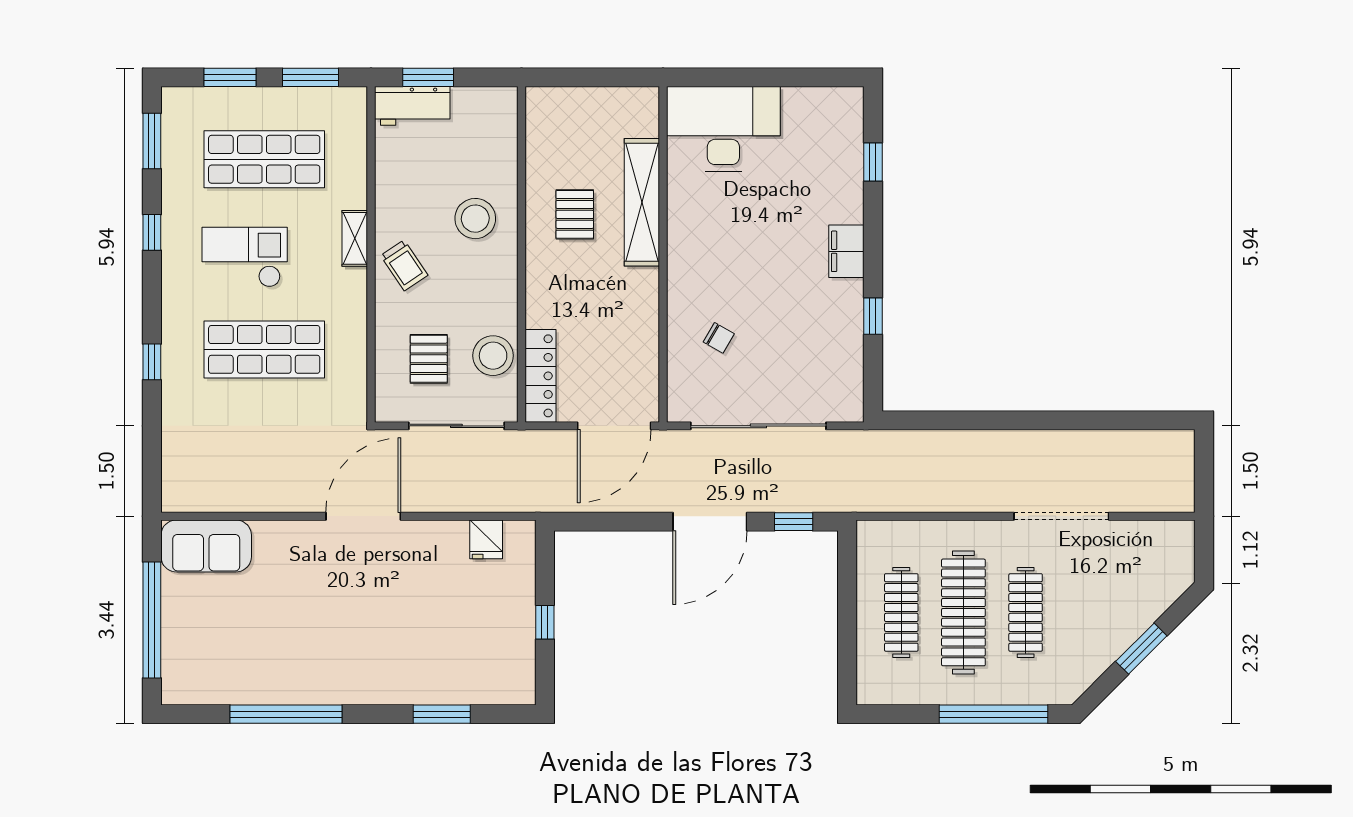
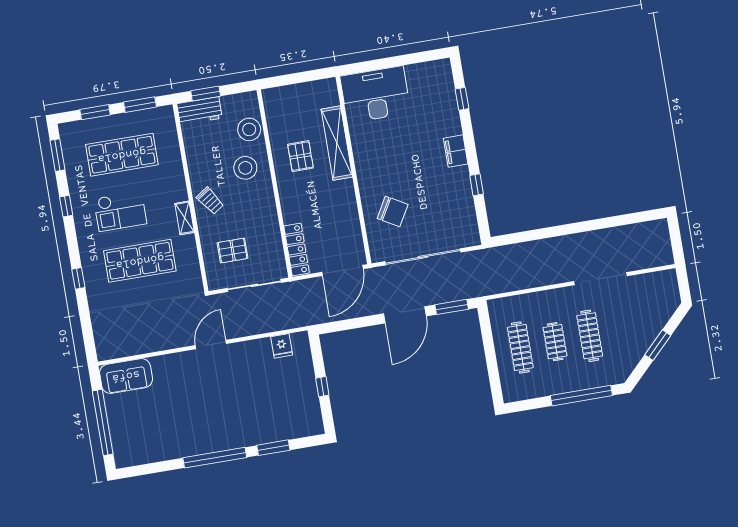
shelving: (355, 238) -> (185, 218), moved
checkout: (245, 257) -> (120, 211), turned 180
chair: (719, 338) -> (393, 211), width x1.87, depth x1.87
stool: (493, 356) -> (249, 129), moved
pallet: (429, 359) -> (233, 251), turned 90
door: (363, 516) -> (211, 345), width x0.73
window: (794, 522) -> (452, 307), width x1.50
clothes rail: (963, 612) -> (555, 342), width x0.54, depth x0.76
window: (286, 714) -> (215, 458), moved

